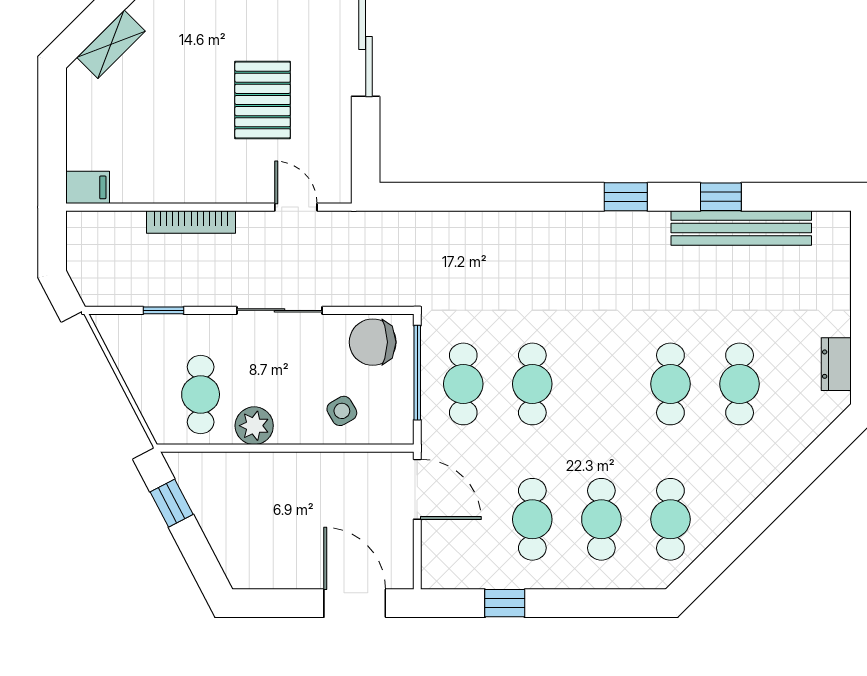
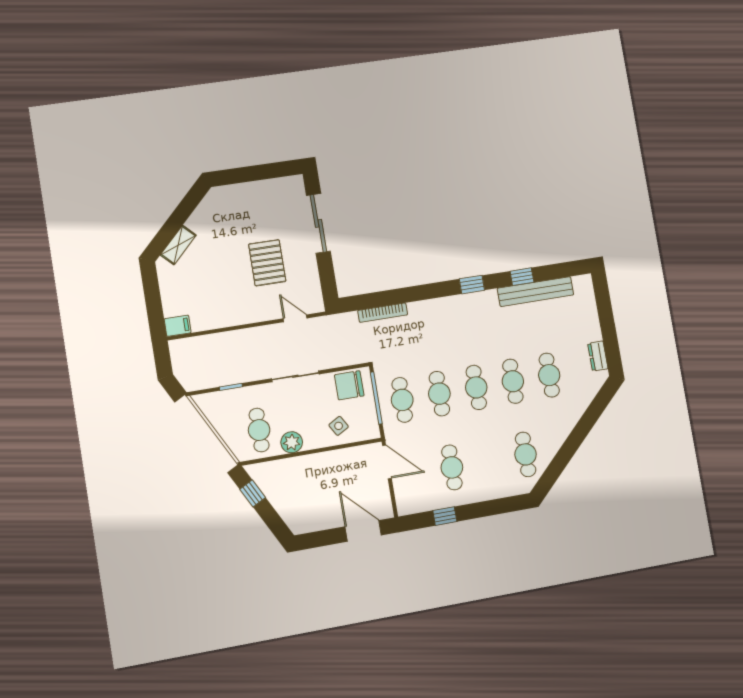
bookcase: (191, 222) -> (383, 313), moved
cafe table: (601, 519) -> (476, 387), moved

